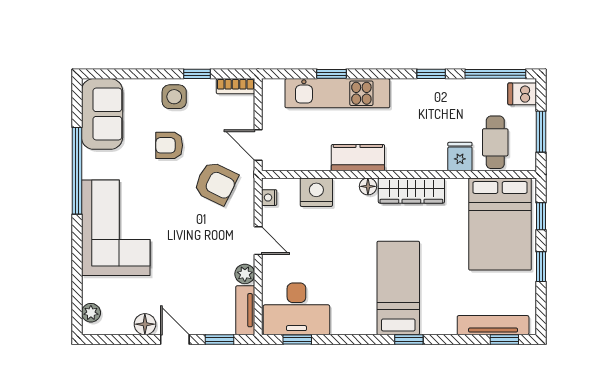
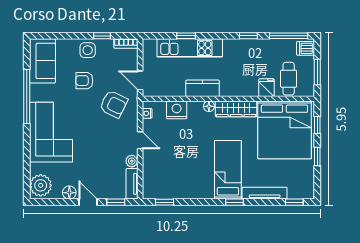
bed: (500, 224) -> (284, 130), width x1.36
desk: (296, 309) -> (164, 183), removed
plant: (91, 313) -> (41, 185), width x1.87, depth x1.87
tv unit: (493, 325) -> (265, 193), moved

